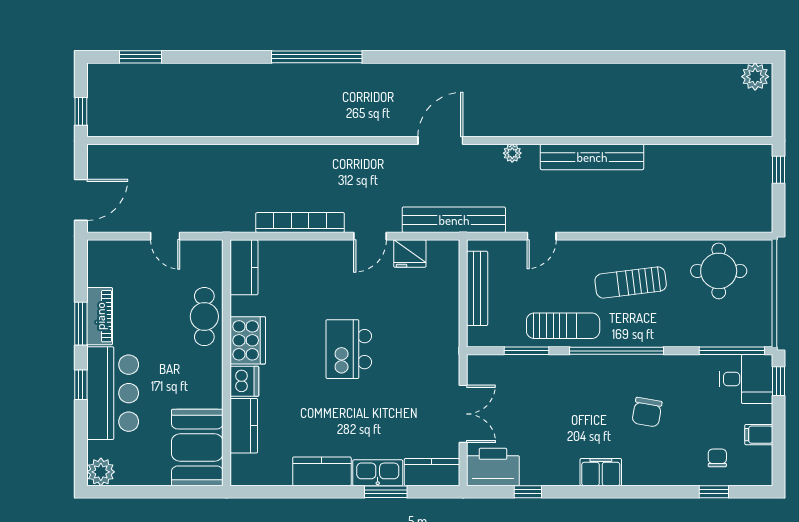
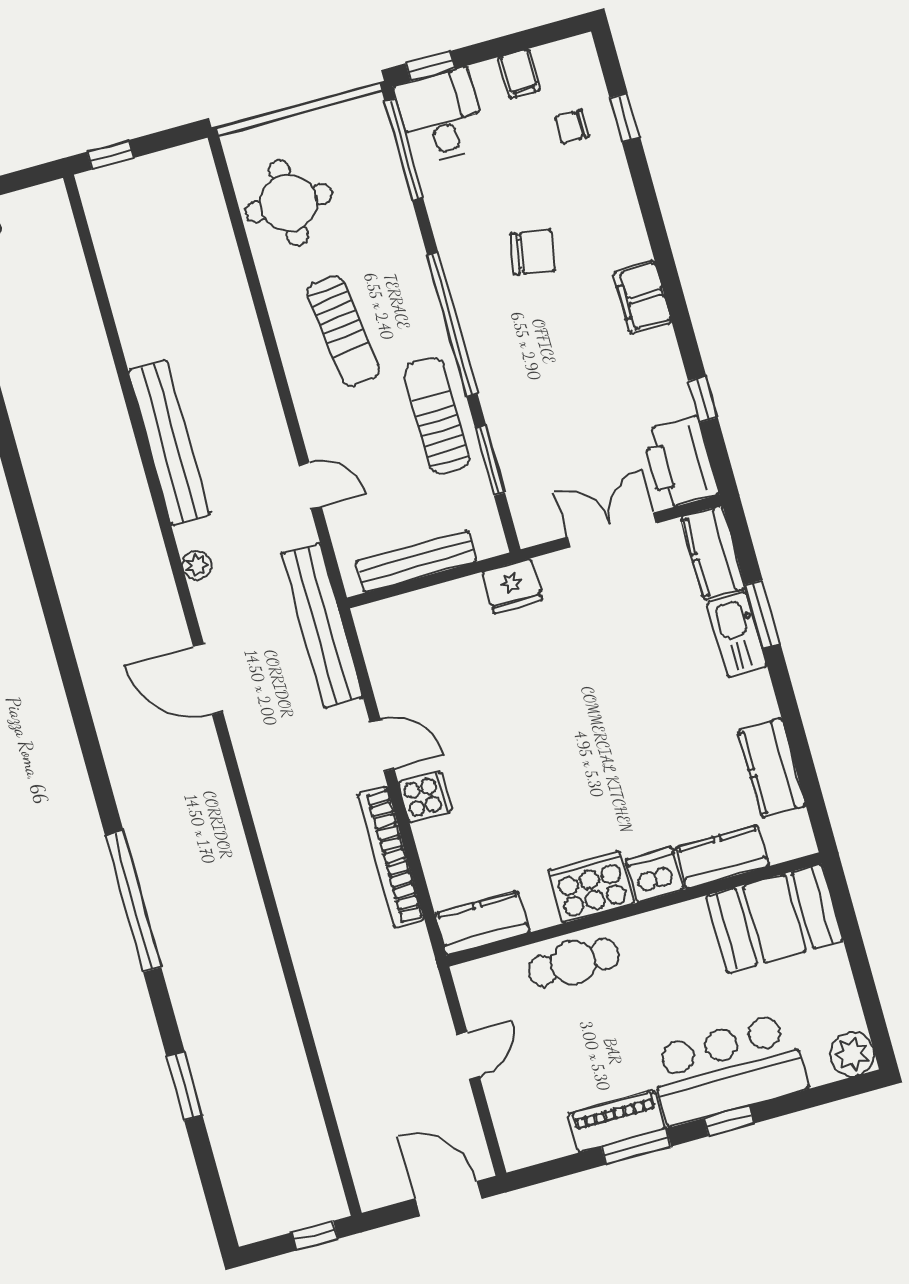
window: (141, 57) -> (184, 1086), moved
cooker: (331, 254) -> (425, 797), added
fridge: (410, 254) -> (512, 586), moved, turned 90
kitchen island: (349, 349) -> (562, 730), removed
kitchen counter: (322, 471) -> (772, 768), moved

